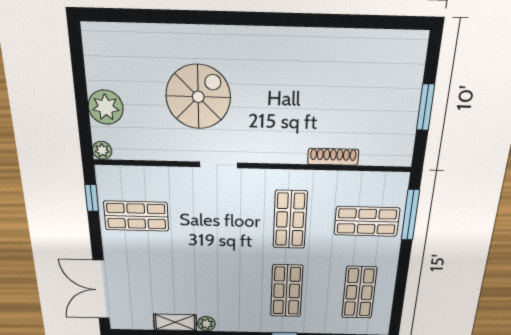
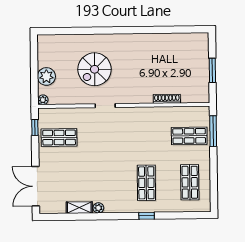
spiral stairs: (198, 97) -> (95, 69), turned 180
shop shelf: (290, 220) -> (146, 136), removed

